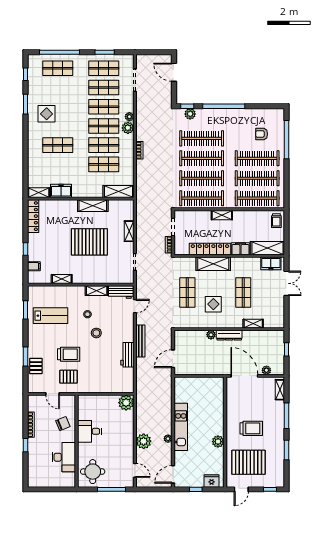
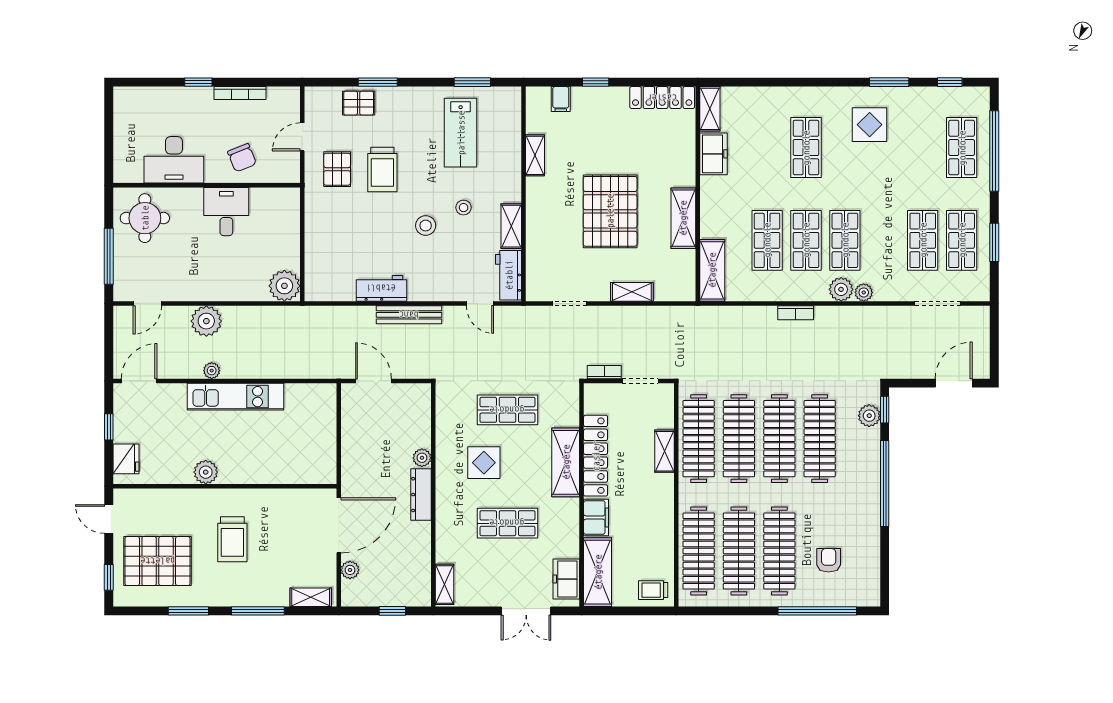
shop shelf: (104, 107) -> (884, 240), removed
shelving: (222, 215) -> (664, 451), moved
shelving: (253, 324) -> (445, 584), moved
pallet: (249, 462) -> (158, 561), moved, turned 90
door: (173, 474) -> (139, 381), hinge flipped

